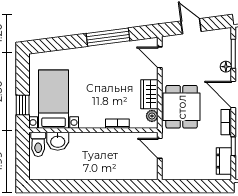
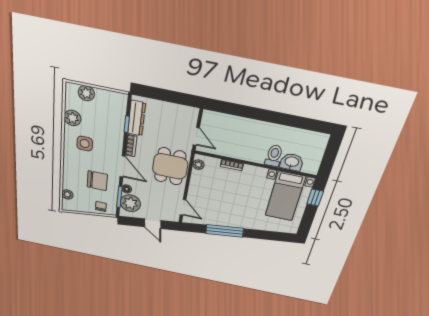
plant: (220, 48) -> (130, 203), added
wardrobe: (149, 94) -> (197, 182), removed
toilet: (38, 144) -> (274, 156), moved
dresser: (224, 161) -> (136, 118), width x1.44

